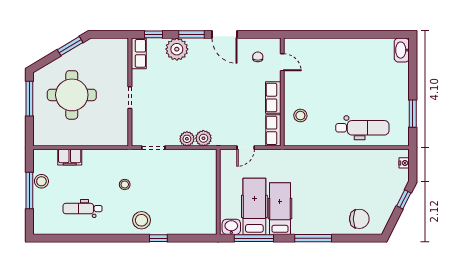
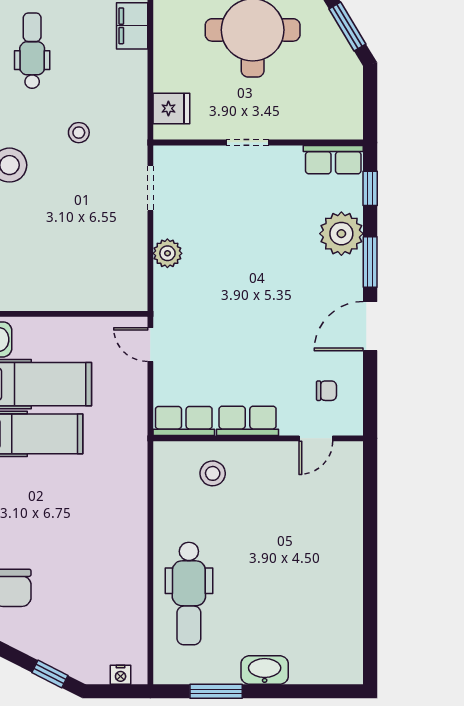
washbasin: (402, 50) -> (265, 670), moved
fridge: (112, 137) -> (171, 108), added
plant: (203, 138) -> (169, 285), removed
door: (246, 148) -> (150, 345), moved

